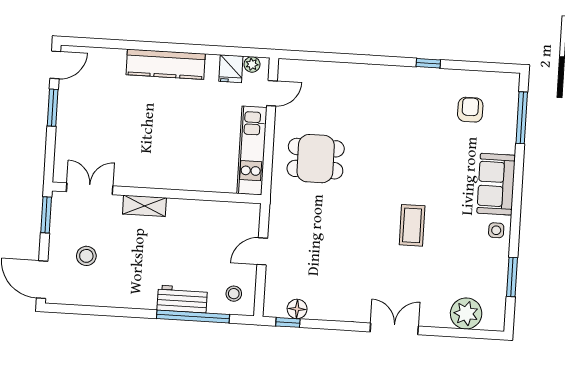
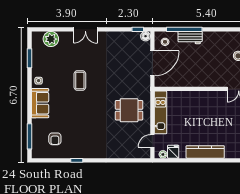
shelving: (144, 206) -> (211, 82), removed
door: (262, 251) -> (152, 63), width x1.87
floor lamp: (297, 309) -> (146, 36), moved

